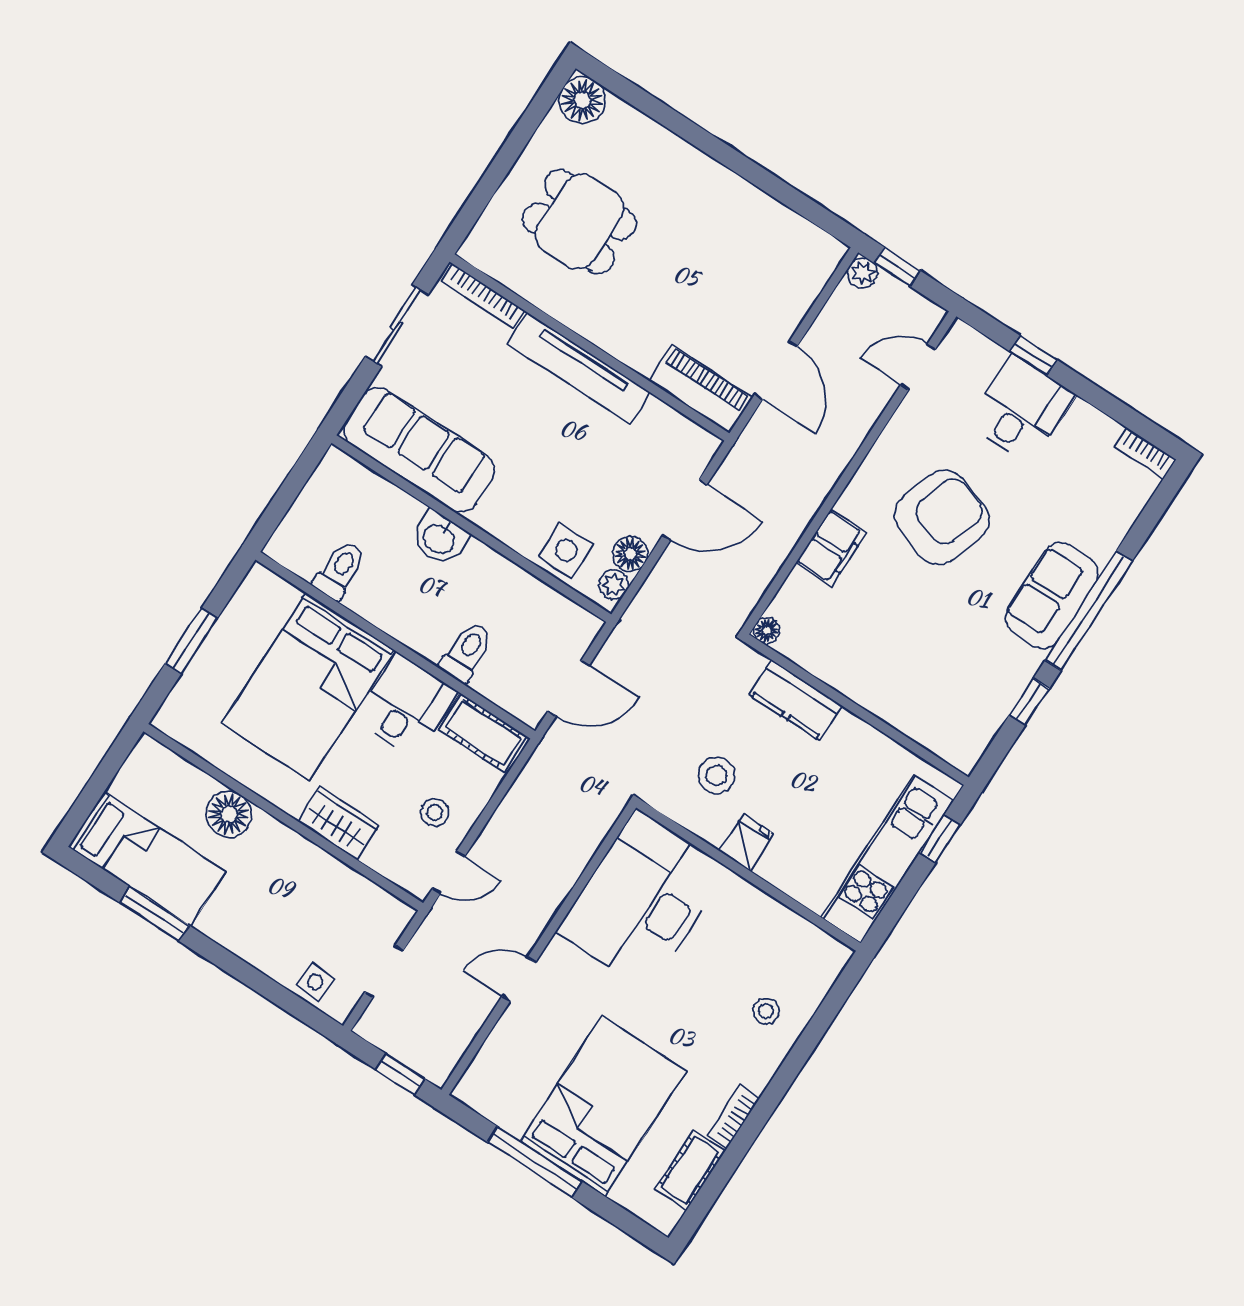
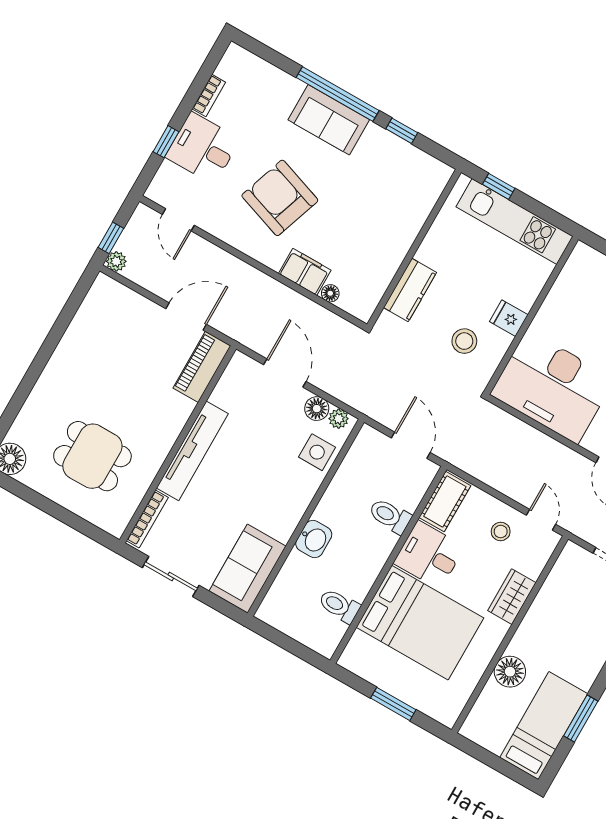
dining table: (579, 221) -> (92, 456), turned 90
sofa: (419, 450) -> (247, 569), width x0.73
bookcase: (1145, 453) -> (209, 96), moved
floor lamp: (767, 631) -> (330, 293), moved

